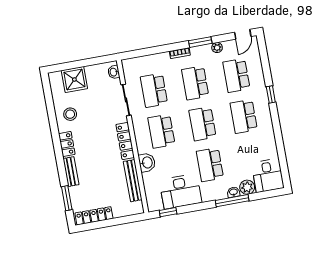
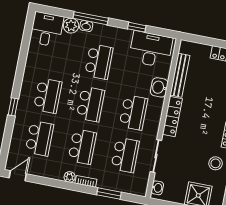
window: (200, 42) -> (109, 194), moved
plant: (217, 48) -> (70, 177), moved
desk: (181, 191) -> (151, 49), moved
window: (168, 212) -> (137, 27), moved

